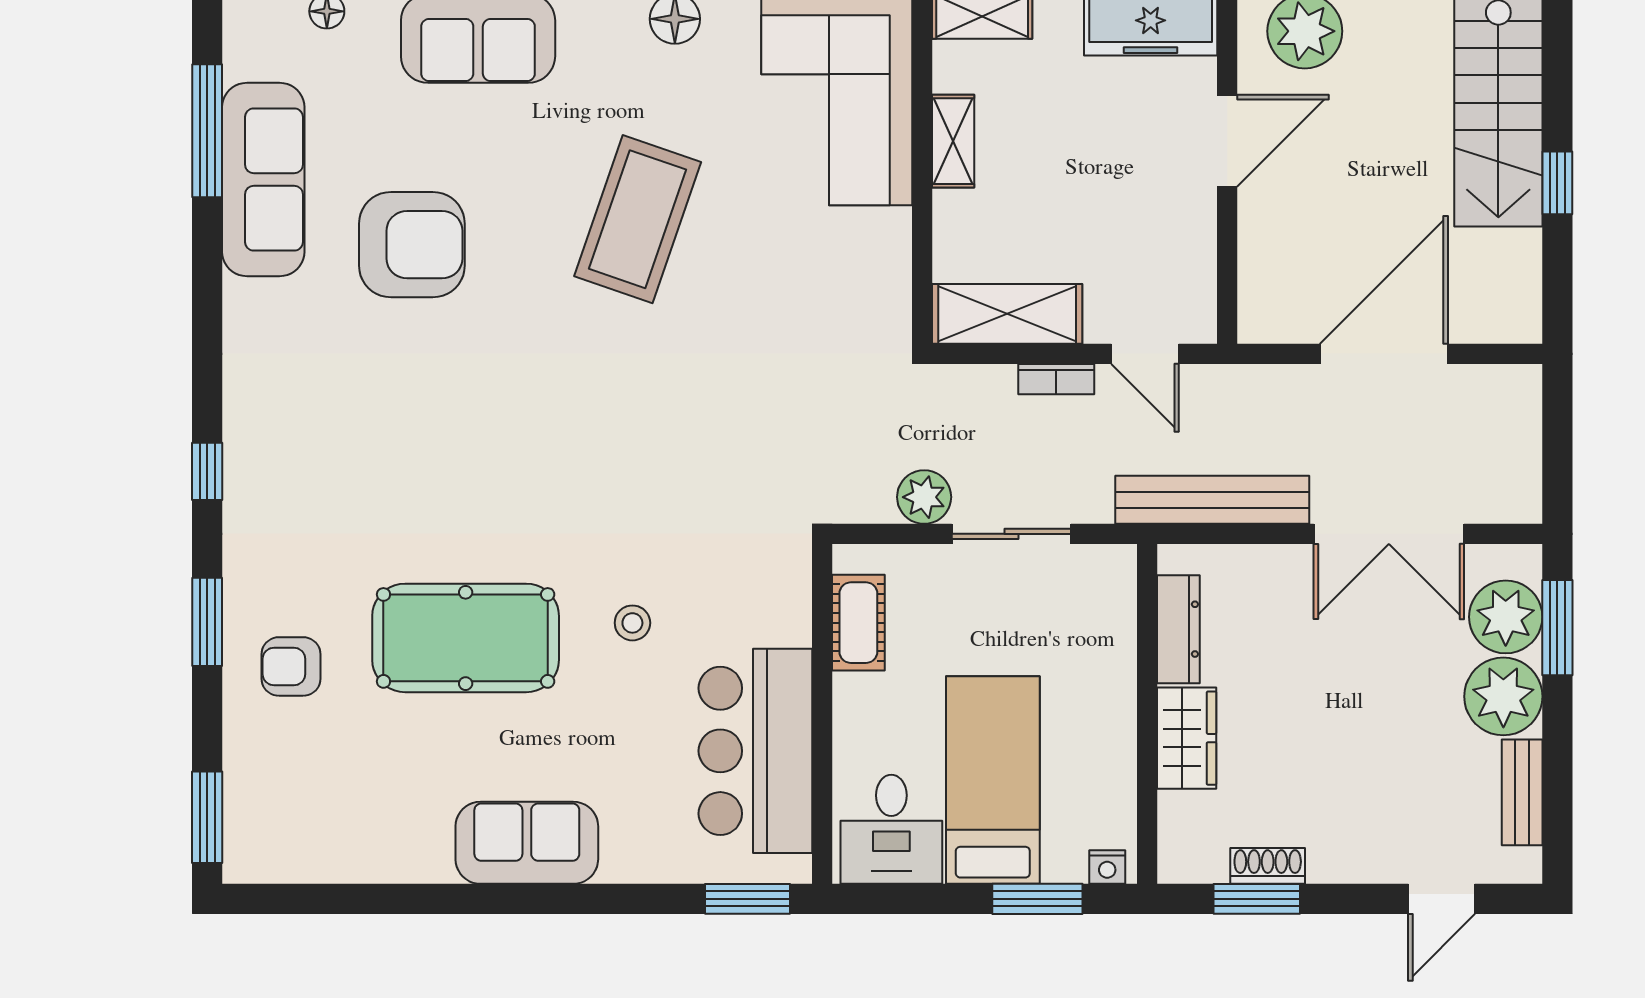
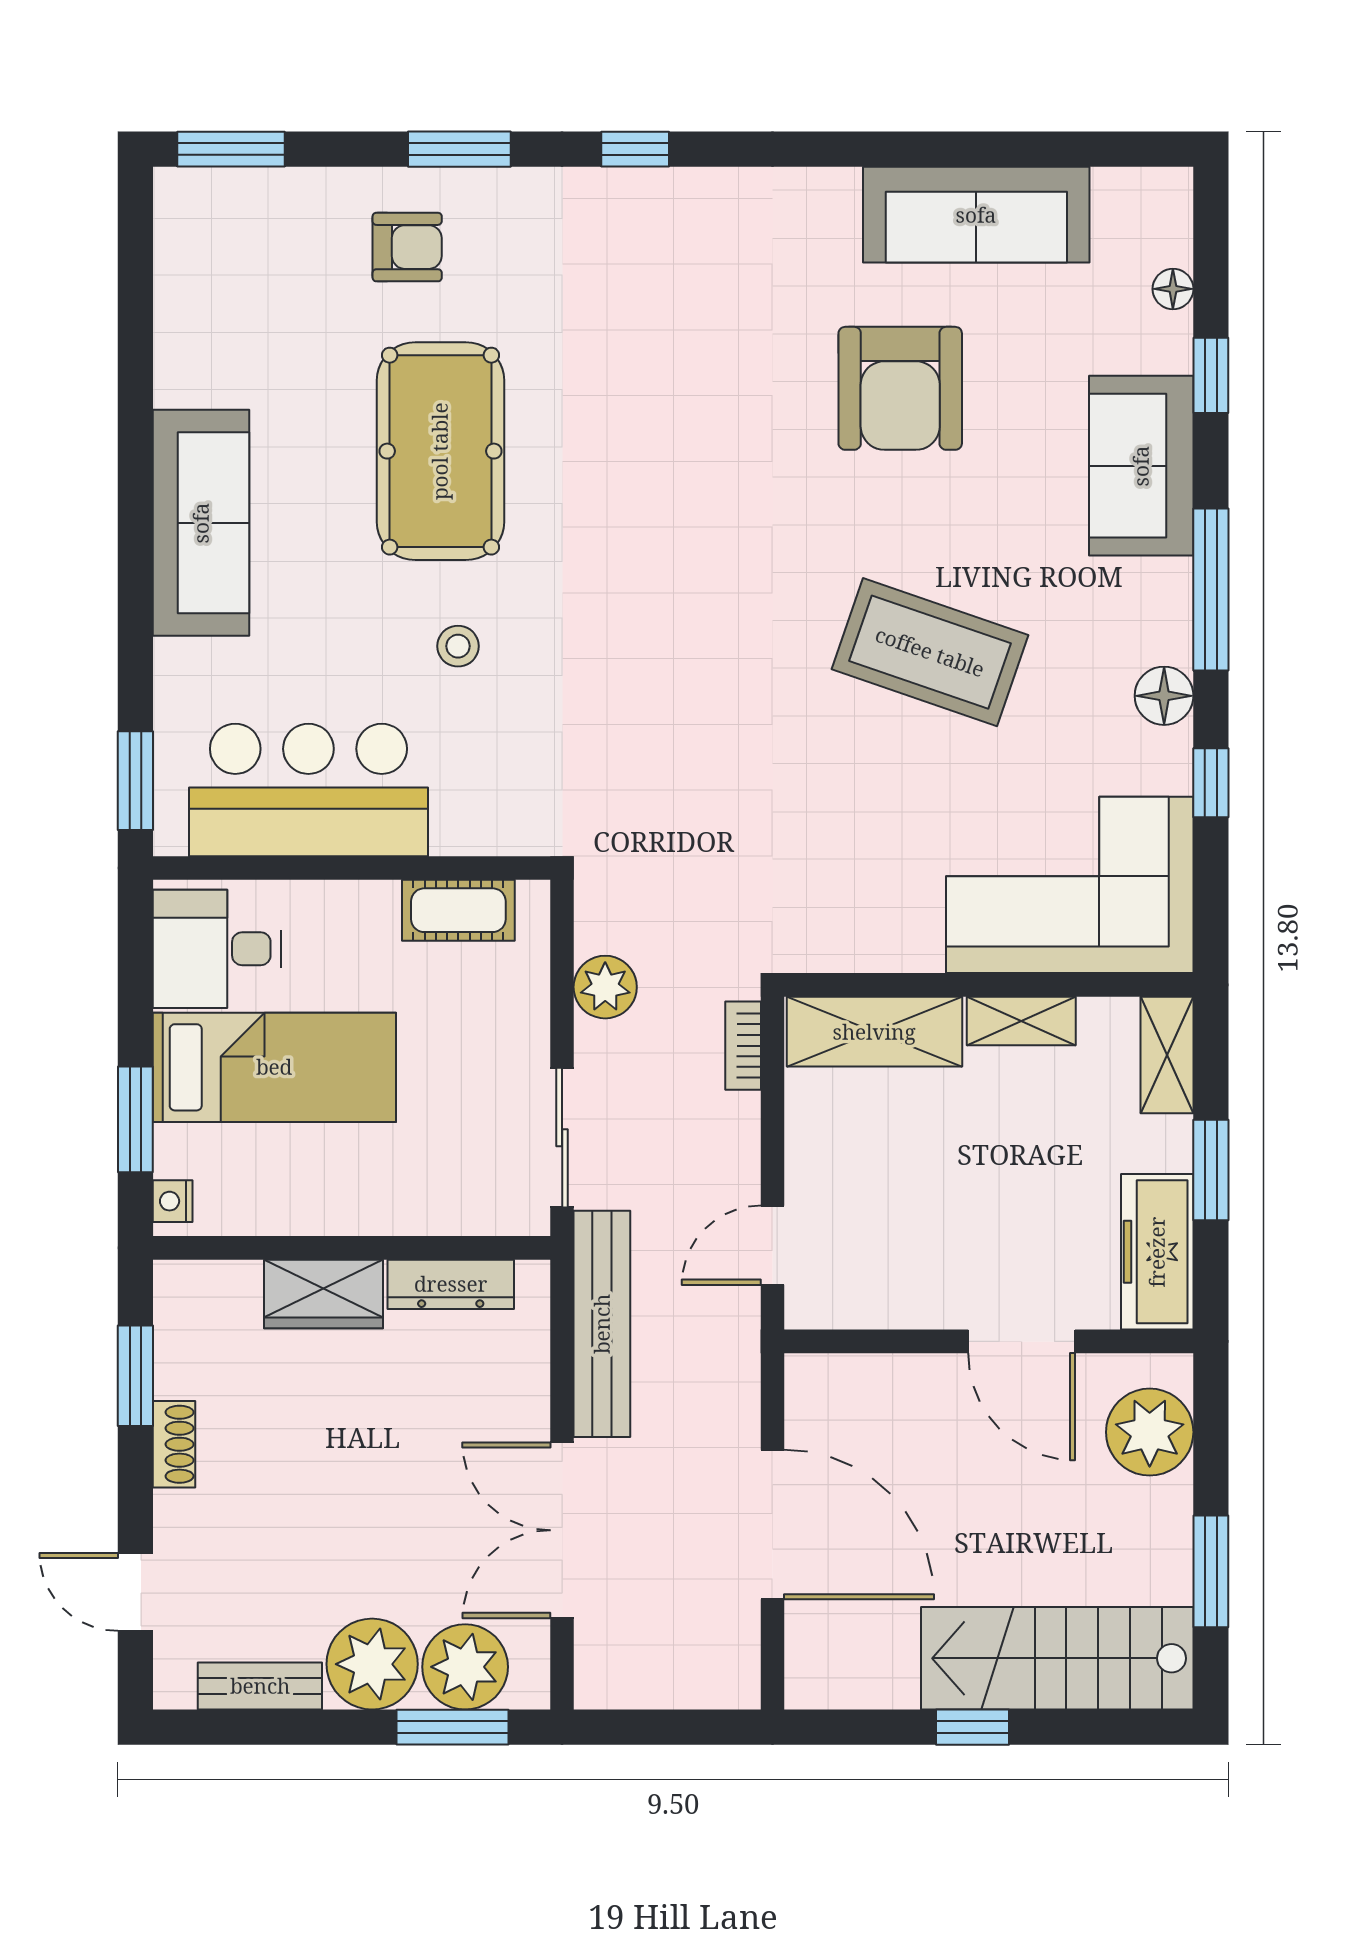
window: (207, 131) -> (1033, 149), removed
shelving: (1007, 314) -> (874, 1032), moved, turned 90
bookcase: (1056, 379) -> (743, 1046), moved
sliding door: (1011, 534) -> (562, 1138), moved
armchair: (291, 666) -> (407, 247), turned 90
sofa: (527, 843) -> (201, 523), width x1.36
shoe rack: (1268, 866) -> (174, 1444), moved

